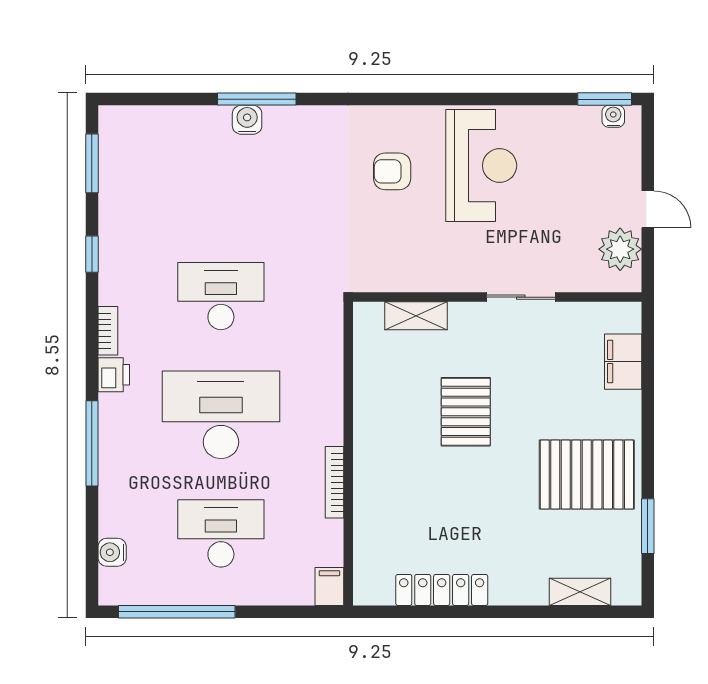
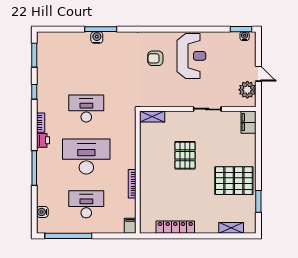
shelving: (416, 316) -> (152, 117), moved
filing cabinet: (623, 362) -> (249, 122), moved

